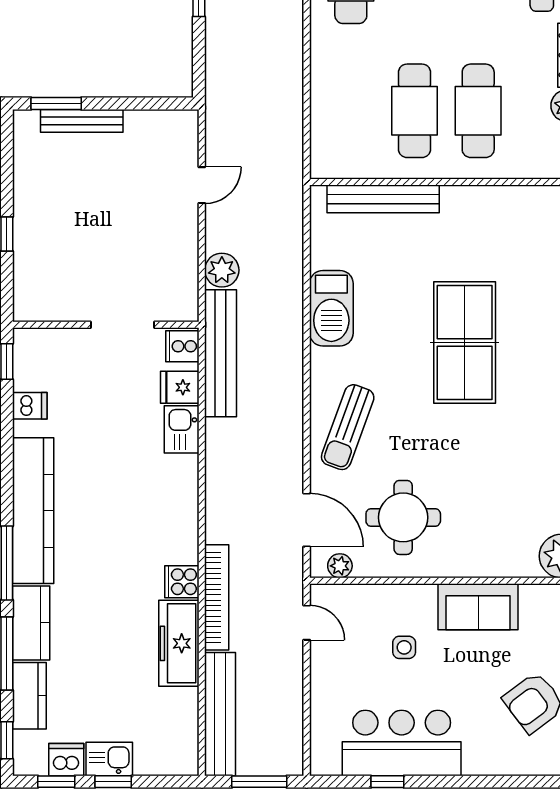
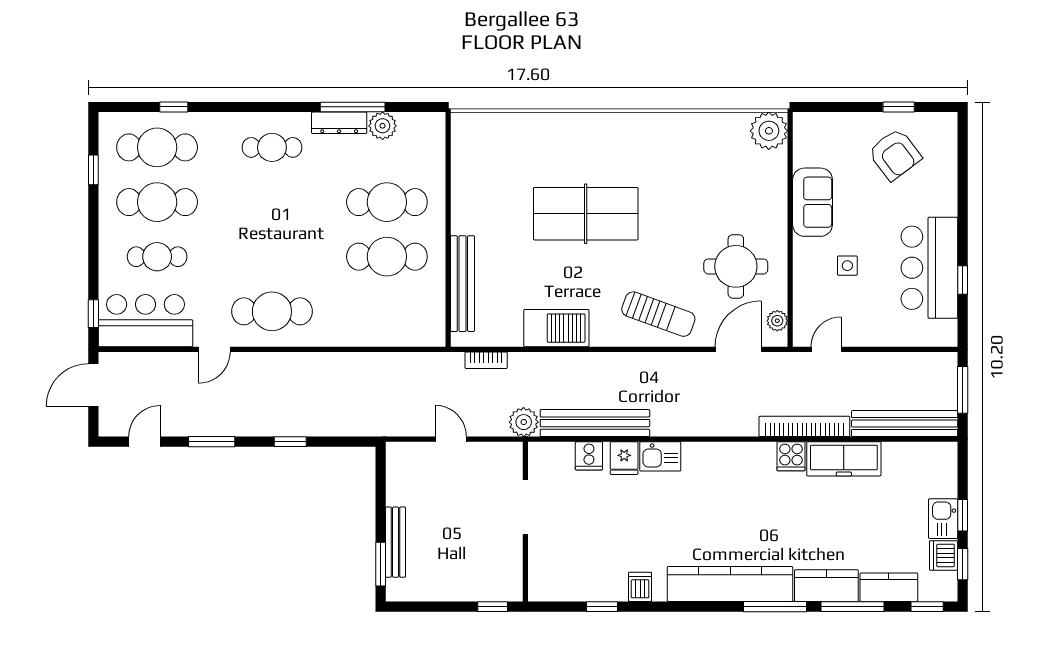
bookcase: (294, 226) -> (486, 360), added
wall: (106, 325) -> (525, 522), moved
doorway: (122, 325) -> (525, 507), moved

